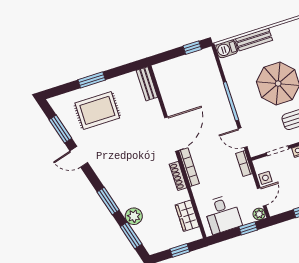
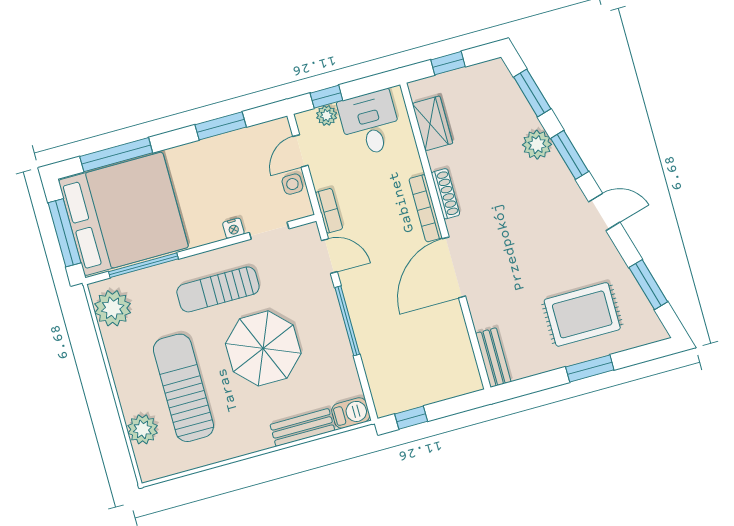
door: (79, 157) -> (604, 212), moved
plant: (259, 214) -> (327, 115), moved
plant: (134, 216) -> (537, 145), moved

